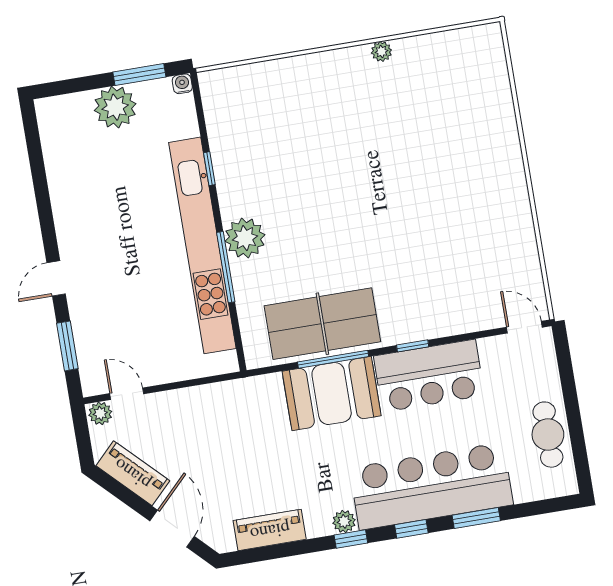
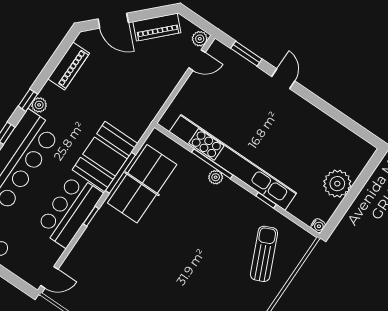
window: (139, 74) -> (342, 210), removed
sun lounger: (271, 114) -> (264, 254), added
plant: (245, 238) -> (216, 177), width x0.53, depth x0.53

